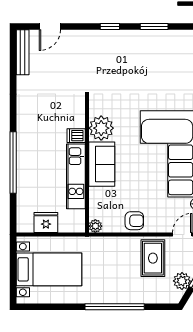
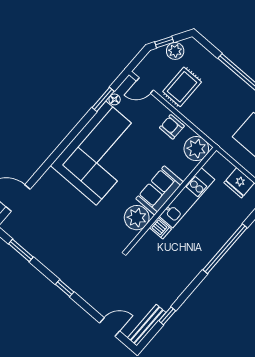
window: (154, 27) -> (21, 250), moved
window: (13, 73) -> (167, 316), added
plant: (95, 226) -> (196, 149), width x1.88, depth x1.88

